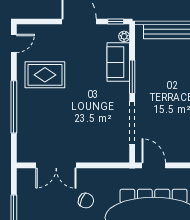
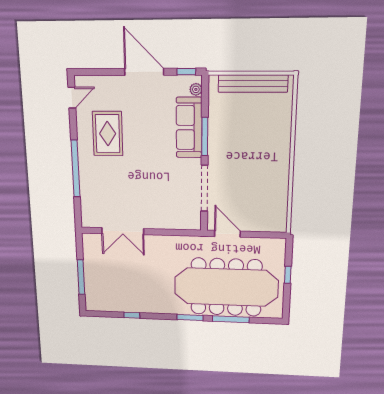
sofa: (118, 62) -> (189, 128), width x1.36
rug: (45, 75) -> (108, 134), turned 90
chair: (86, 201) -> (155, 268), removed

